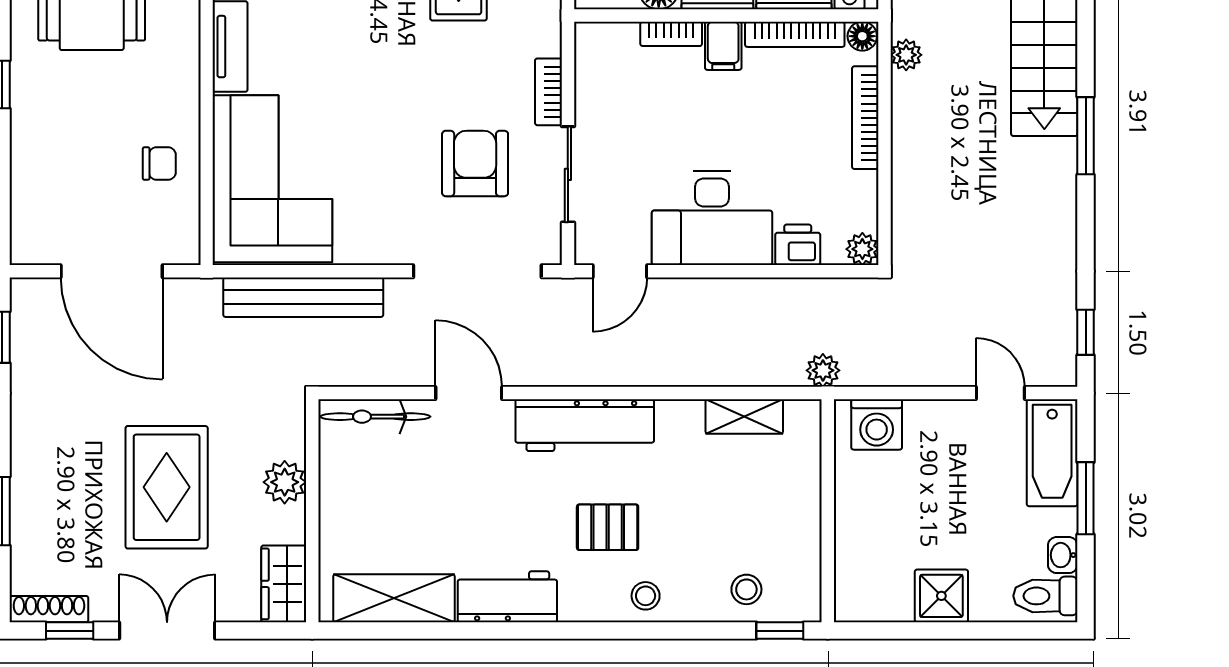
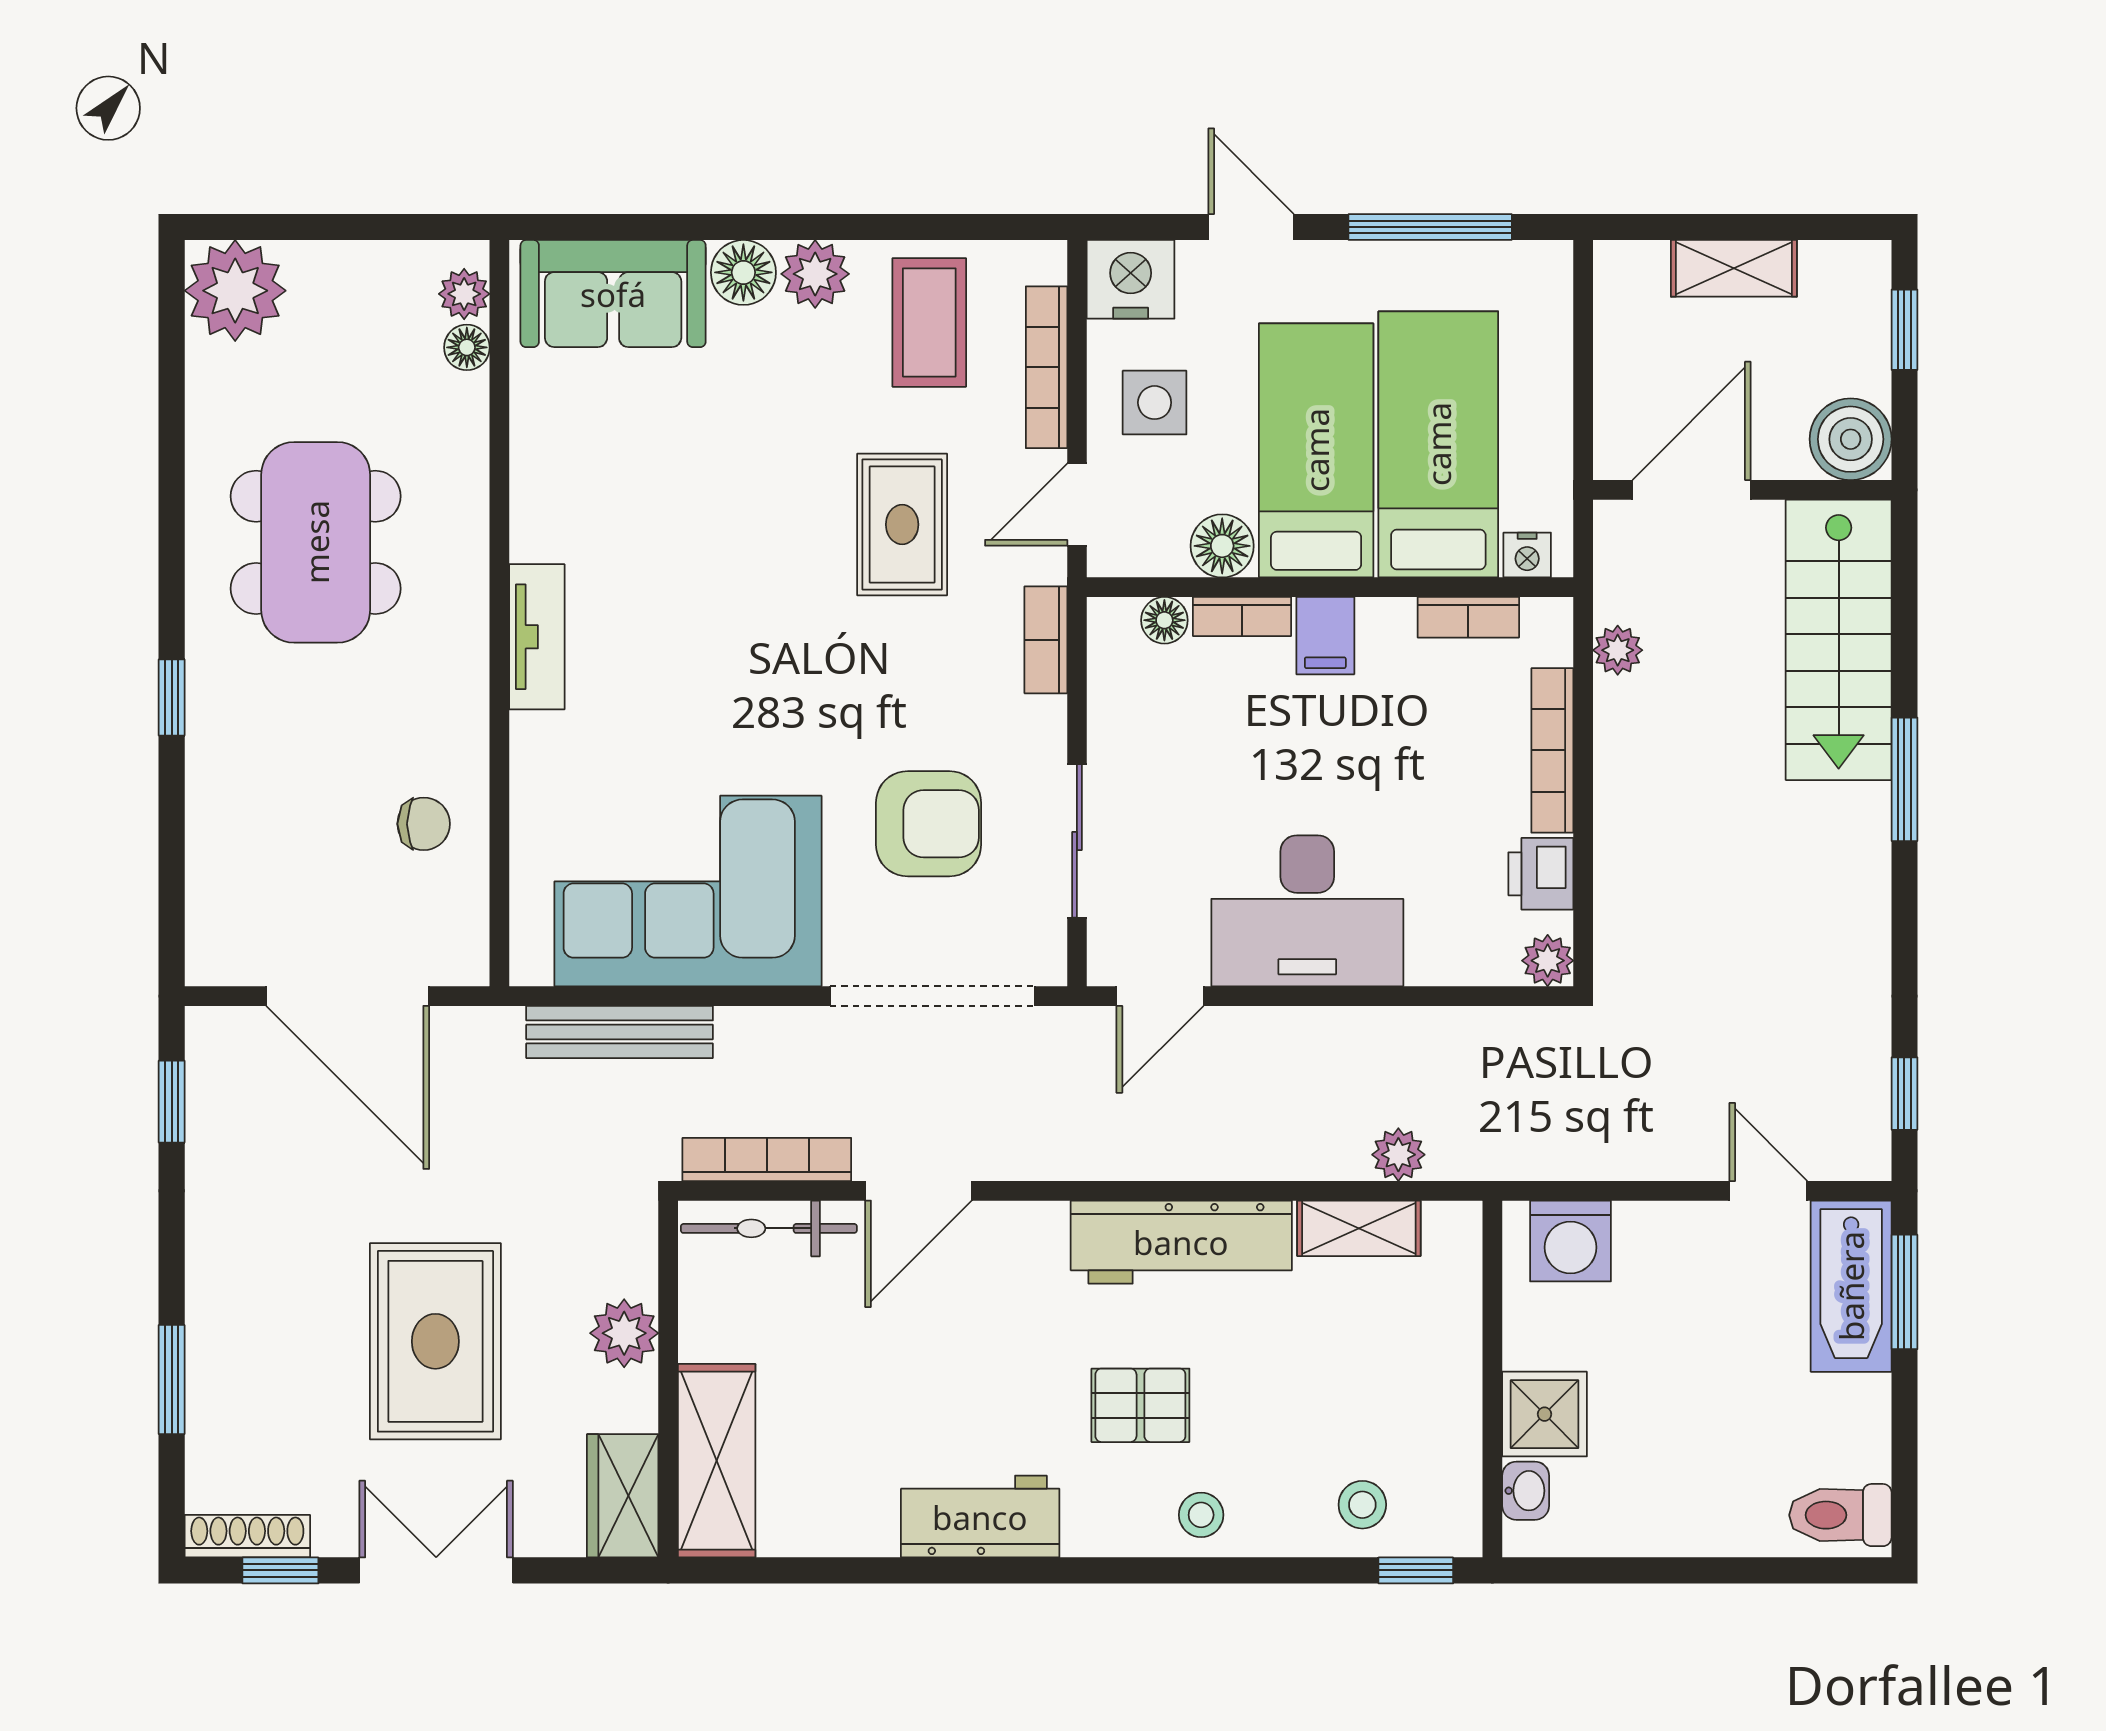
bookcase: (795, 34) -> (1468, 617), width x0.64
floor lamp: (862, 36) -> (1164, 620), moved
bookcase: (548, 92) -> (1046, 640), moved
armchair: (475, 163) -> (929, 824), turned 90
corner sofa: (272, 179) -> (688, 891), moved, turned -90
printer: (798, 245) -> (1541, 874), moved, turned -90
bench: (303, 297) -> (620, 1032), width x0.73, depth x0.82
plant: (823, 370) -> (1398, 1155), moved
bookcase: (374, 373) -> (767, 1159), added
door: (469, 393) -> (918, 1191), swing flipped
workbench: (585, 425) -> (1181, 1242), moved
window: (1086, 498) -> (1904, 1292), moved
washbasin: (1063, 555) -> (1526, 1491), moved, turned 180
shower: (941, 596) -> (1545, 1414), moved
shelving: (394, 598) -> (717, 1461), moved, turned 90

